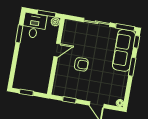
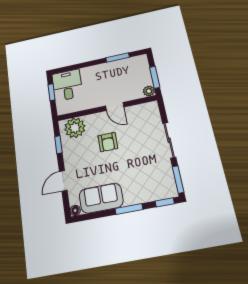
desk: (34, 26) -> (67, 85), moved, turned -90
sofa: (124, 50) -> (101, 198), moved, width x0.73
plant: (61, 84) -> (75, 128), added

